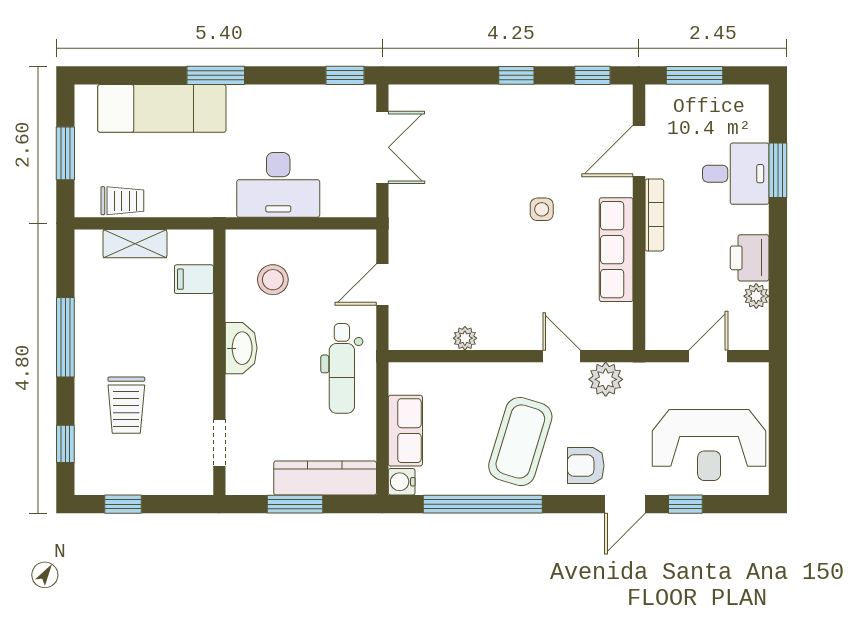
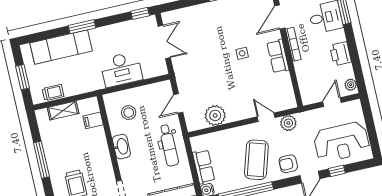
row of seats: (616, 250) -> (278, 56), width x0.68
plant: (756, 296) -> (351, 85), moved
plant: (465, 338) -> (215, 115), width x1.88, depth x1.88

